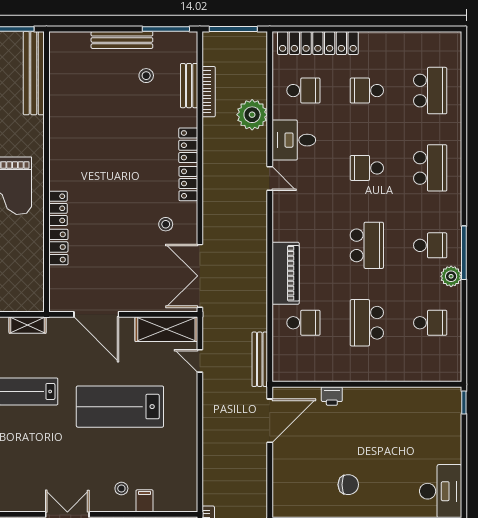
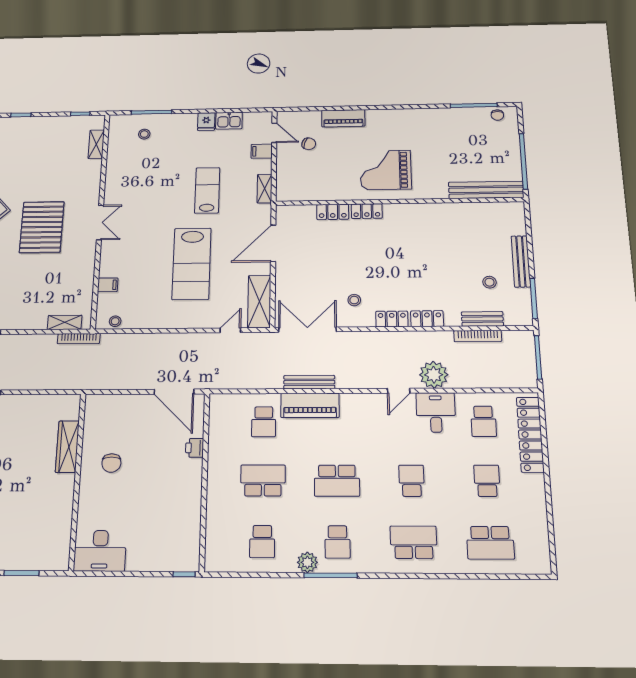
plant: (252, 115) -> (434, 375), moved
school desk: (430, 168) -> (414, 542), turned 180
bench: (260, 359) -> (309, 382), moved
lab bench: (120, 407) -> (192, 264), turned 180
stool: (121, 488) -> (115, 321), moved

